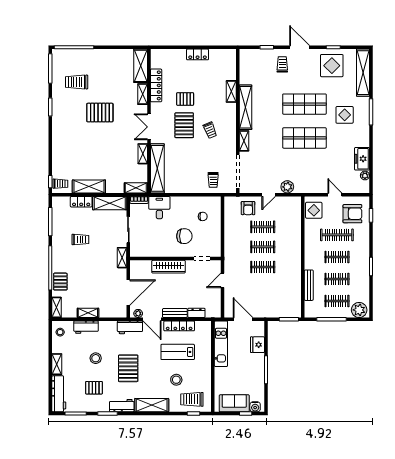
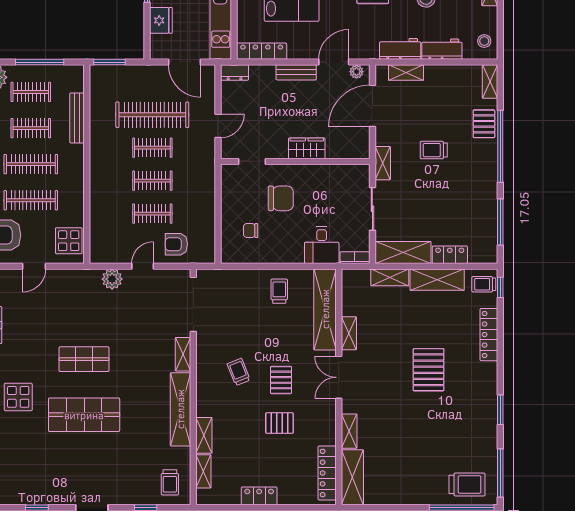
trolley: (282, 64) -> (170, 482), moved
display table: (332, 66) -> (39, 478), removed
shelving: (232, 69) -> (203, 471), added
trolley: (77, 82) -> (467, 484), moved
locker: (156, 85) -> (327, 473), moved
pallet: (100, 113) -> (429, 370), moved, turned 90
pallet: (184, 125) -> (281, 380), width x0.67, depth x0.71
double door: (149, 127) -> (339, 377), swing flipped
shop shelf: (304, 138) -> (84, 359), width x0.70, depth x0.74
locker: (57, 153) -> (489, 335), added
trolley: (213, 180) -> (279, 291), moved
shelving: (136, 188) -> (390, 277), moved
door: (335, 195) -> (34, 266), hinge flipped
armchair: (248, 208) -> (176, 244), turned -90
chair: (184, 236) -> (281, 198), turned 180
trolley: (80, 239) -> (434, 150), moved
clothes rail: (337, 257) -> (31, 164), width x1.36
wardrobe: (168, 267) -> (307, 148), width x0.67
clothes rail: (263, 287) -> (152, 115), added
shelving: (88, 313) -> (406, 73), moved
dresser: (196, 313) -> (235, 73), moved
door: (152, 319) -> (334, 62), hinge flipped
locker: (179, 326) -> (262, 51), moved
workbench: (130, 327) -> (400, 49), moved

